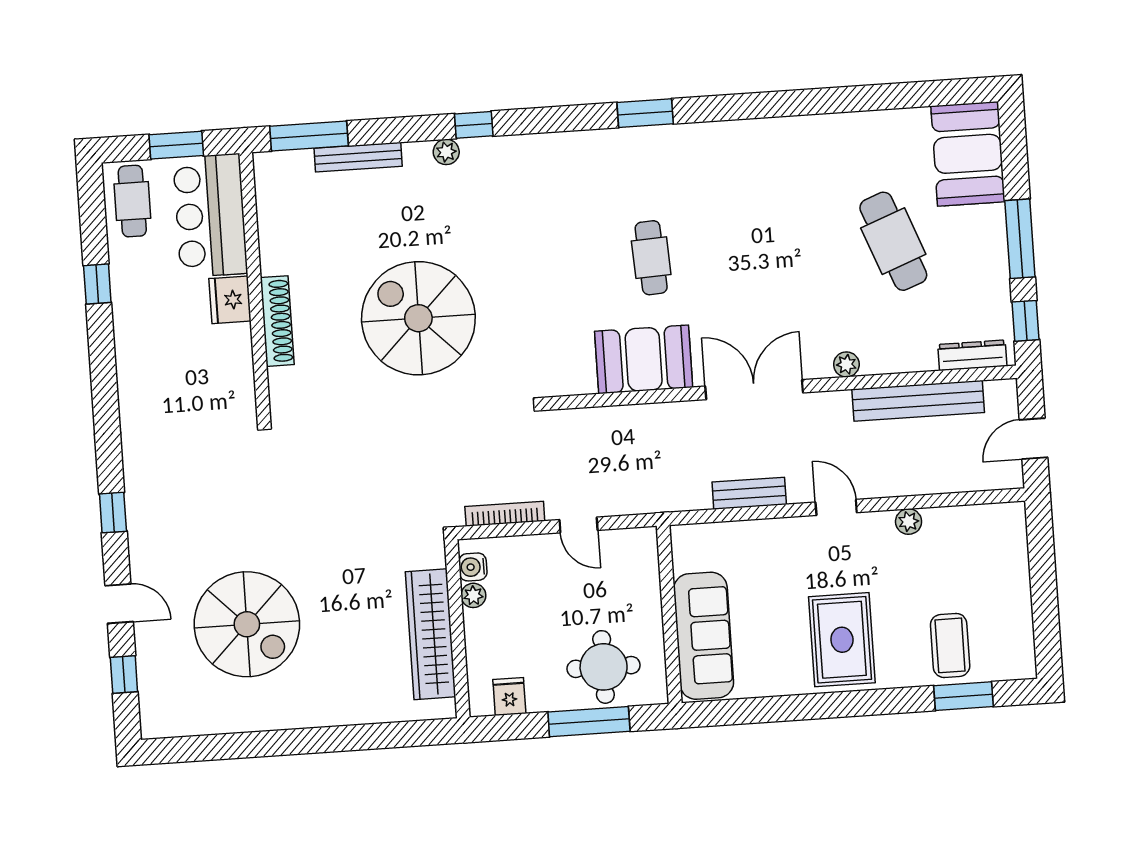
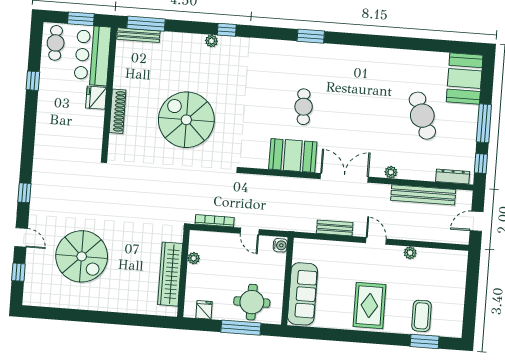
bench: (358, 157) -> (138, 35), moved
water cooler: (473, 567) -> (280, 245), moved, turned 180

